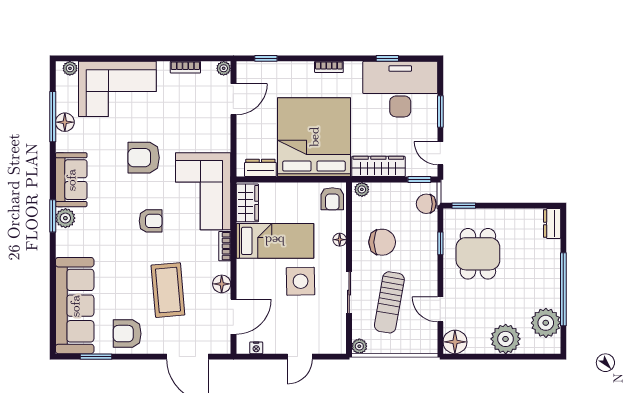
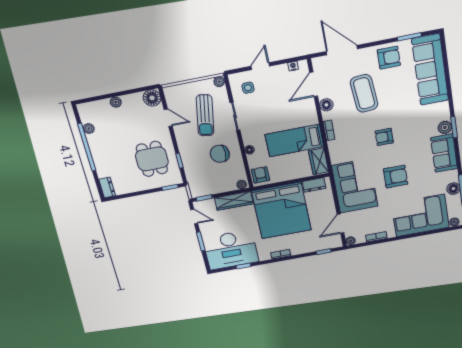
corner sofa: (203, 191) -> (355, 186), moved
chair: (426, 204) -> (196, 184), removed
side table: (301, 281) -> (248, 88), moved, width x0.54, depth x0.54
sun lounger: (389, 302) -> (205, 115), turned 180
plant: (546, 323) -> (89, 128), width x0.53, depth x0.53
plant: (506, 339) -> (116, 102), width x0.53, depth x0.53

